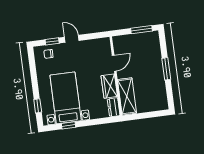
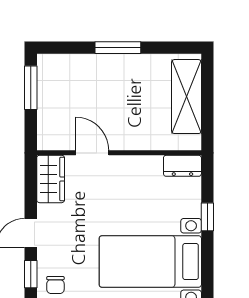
wardrobe: (109, 86) -> (51, 179), moved, turned -90
shelving: (127, 96) -> (186, 97), moved, turned 90
window: (68, 125) -> (207, 217), moved

